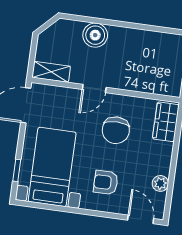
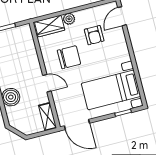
armchair: (106, 182) -> (94, 35), moved
plant: (160, 183) -> (69, 19), moved

